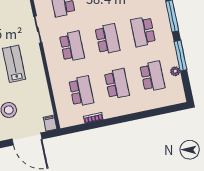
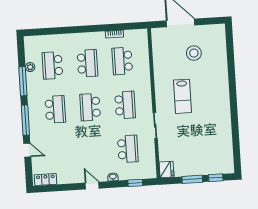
school desk: (72, 46) -> (125, 105), turned 180
school desk: (117, 84) -> (87, 63), turned 180
filing cabinet: (50, 123) -> (156, 35), removed

